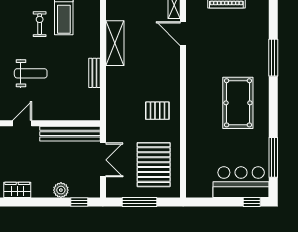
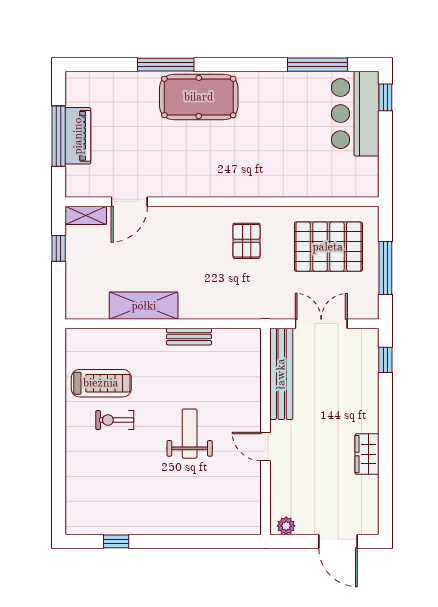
pool table: (238, 103) -> (199, 97), moved
plant: (61, 190) -> (367, 388), removed

